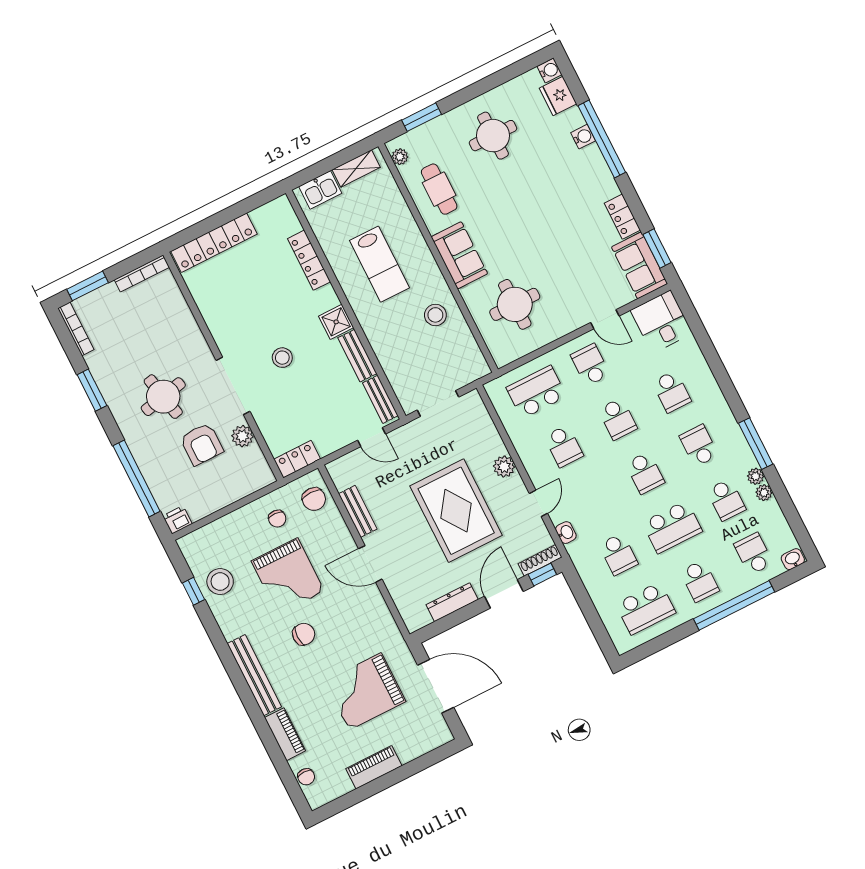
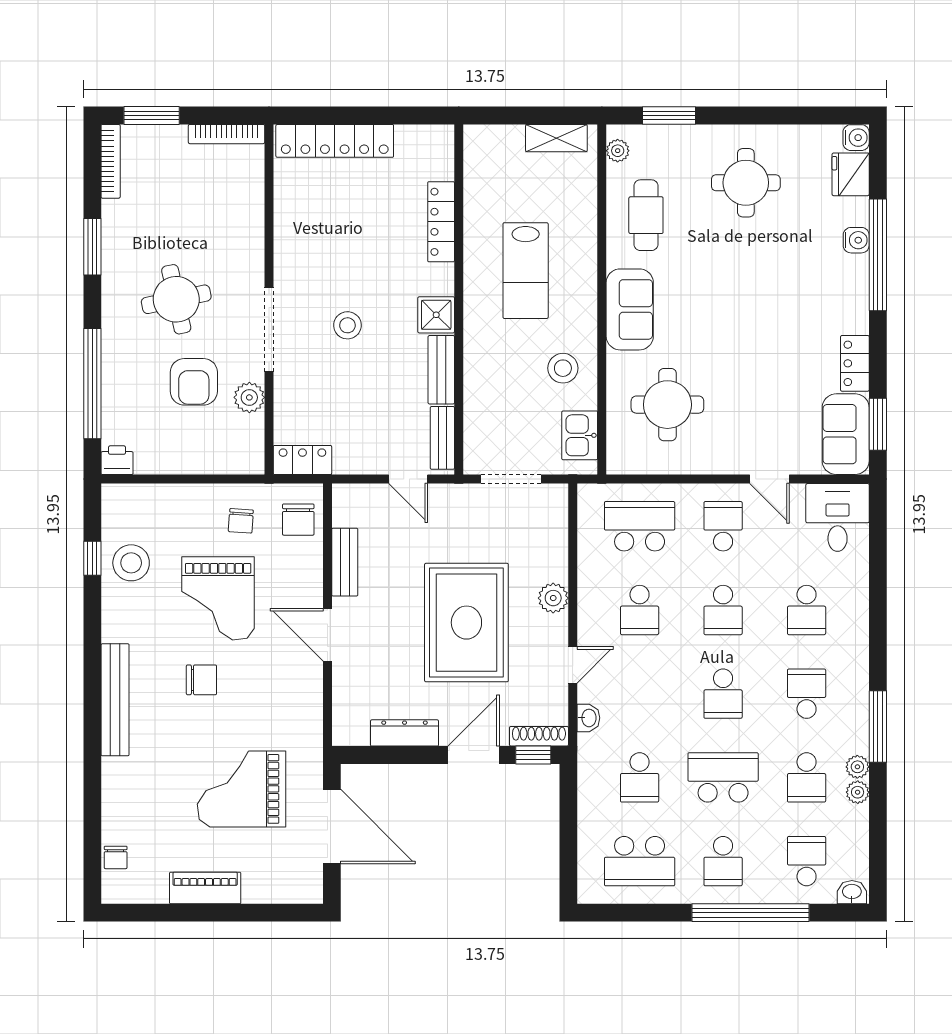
kitchen sink: (320, 190) -> (580, 435), moved, turned 90
school desk: (672, 527) -> (723, 777), turned 180
piano: (285, 734) -> (116, 792), removed

